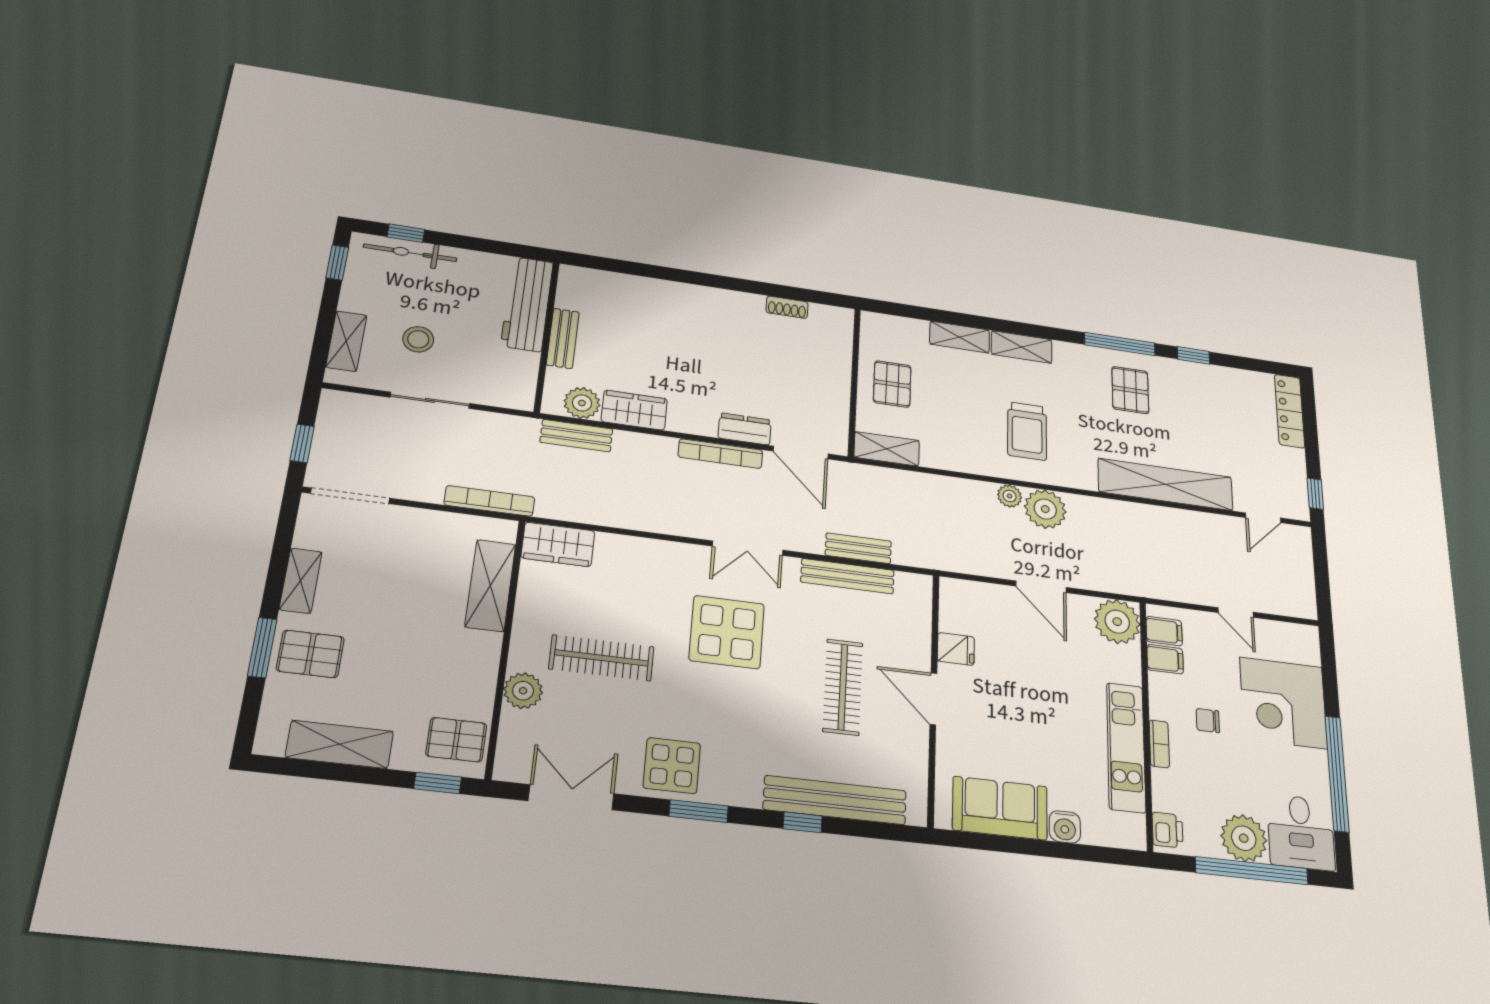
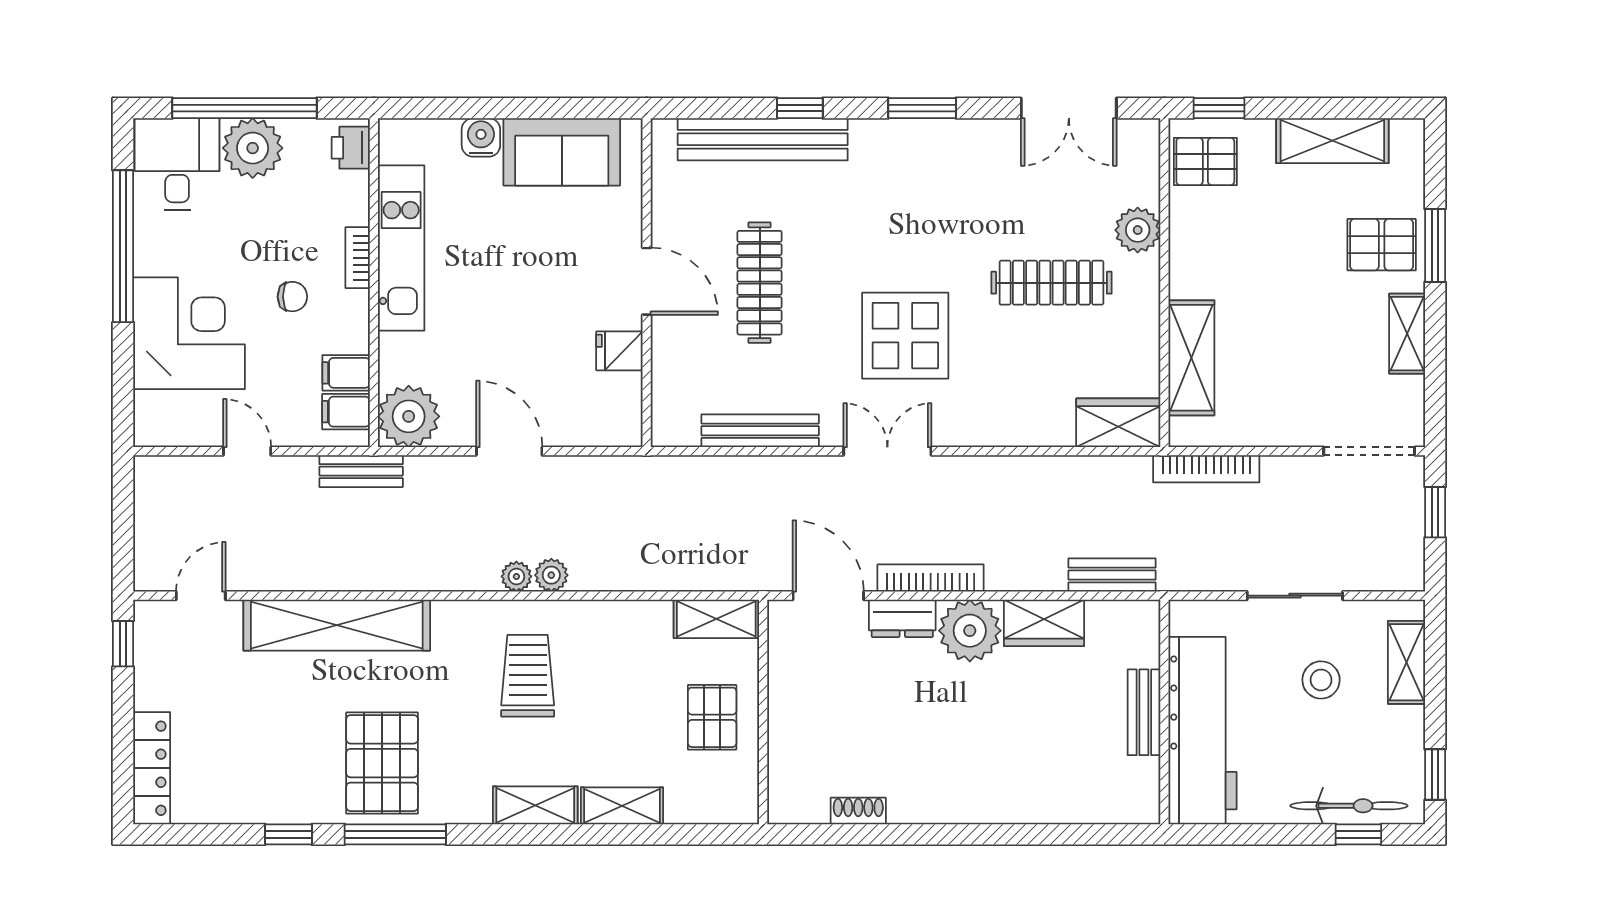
workbench: (527, 304) -> (1202, 731), width x1.36, depth x1.32
pallet: (1130, 390) -> (382, 763), width x1.50, depth x1.42
plant: (582, 403) -> (970, 631), moved, width x1.36, depth x1.36
plant: (1045, 509) -> (516, 576), width x0.53, depth x0.53
bench: (858, 548) -> (361, 471), moved
display table: (672, 766) -> (957, 159), removed

